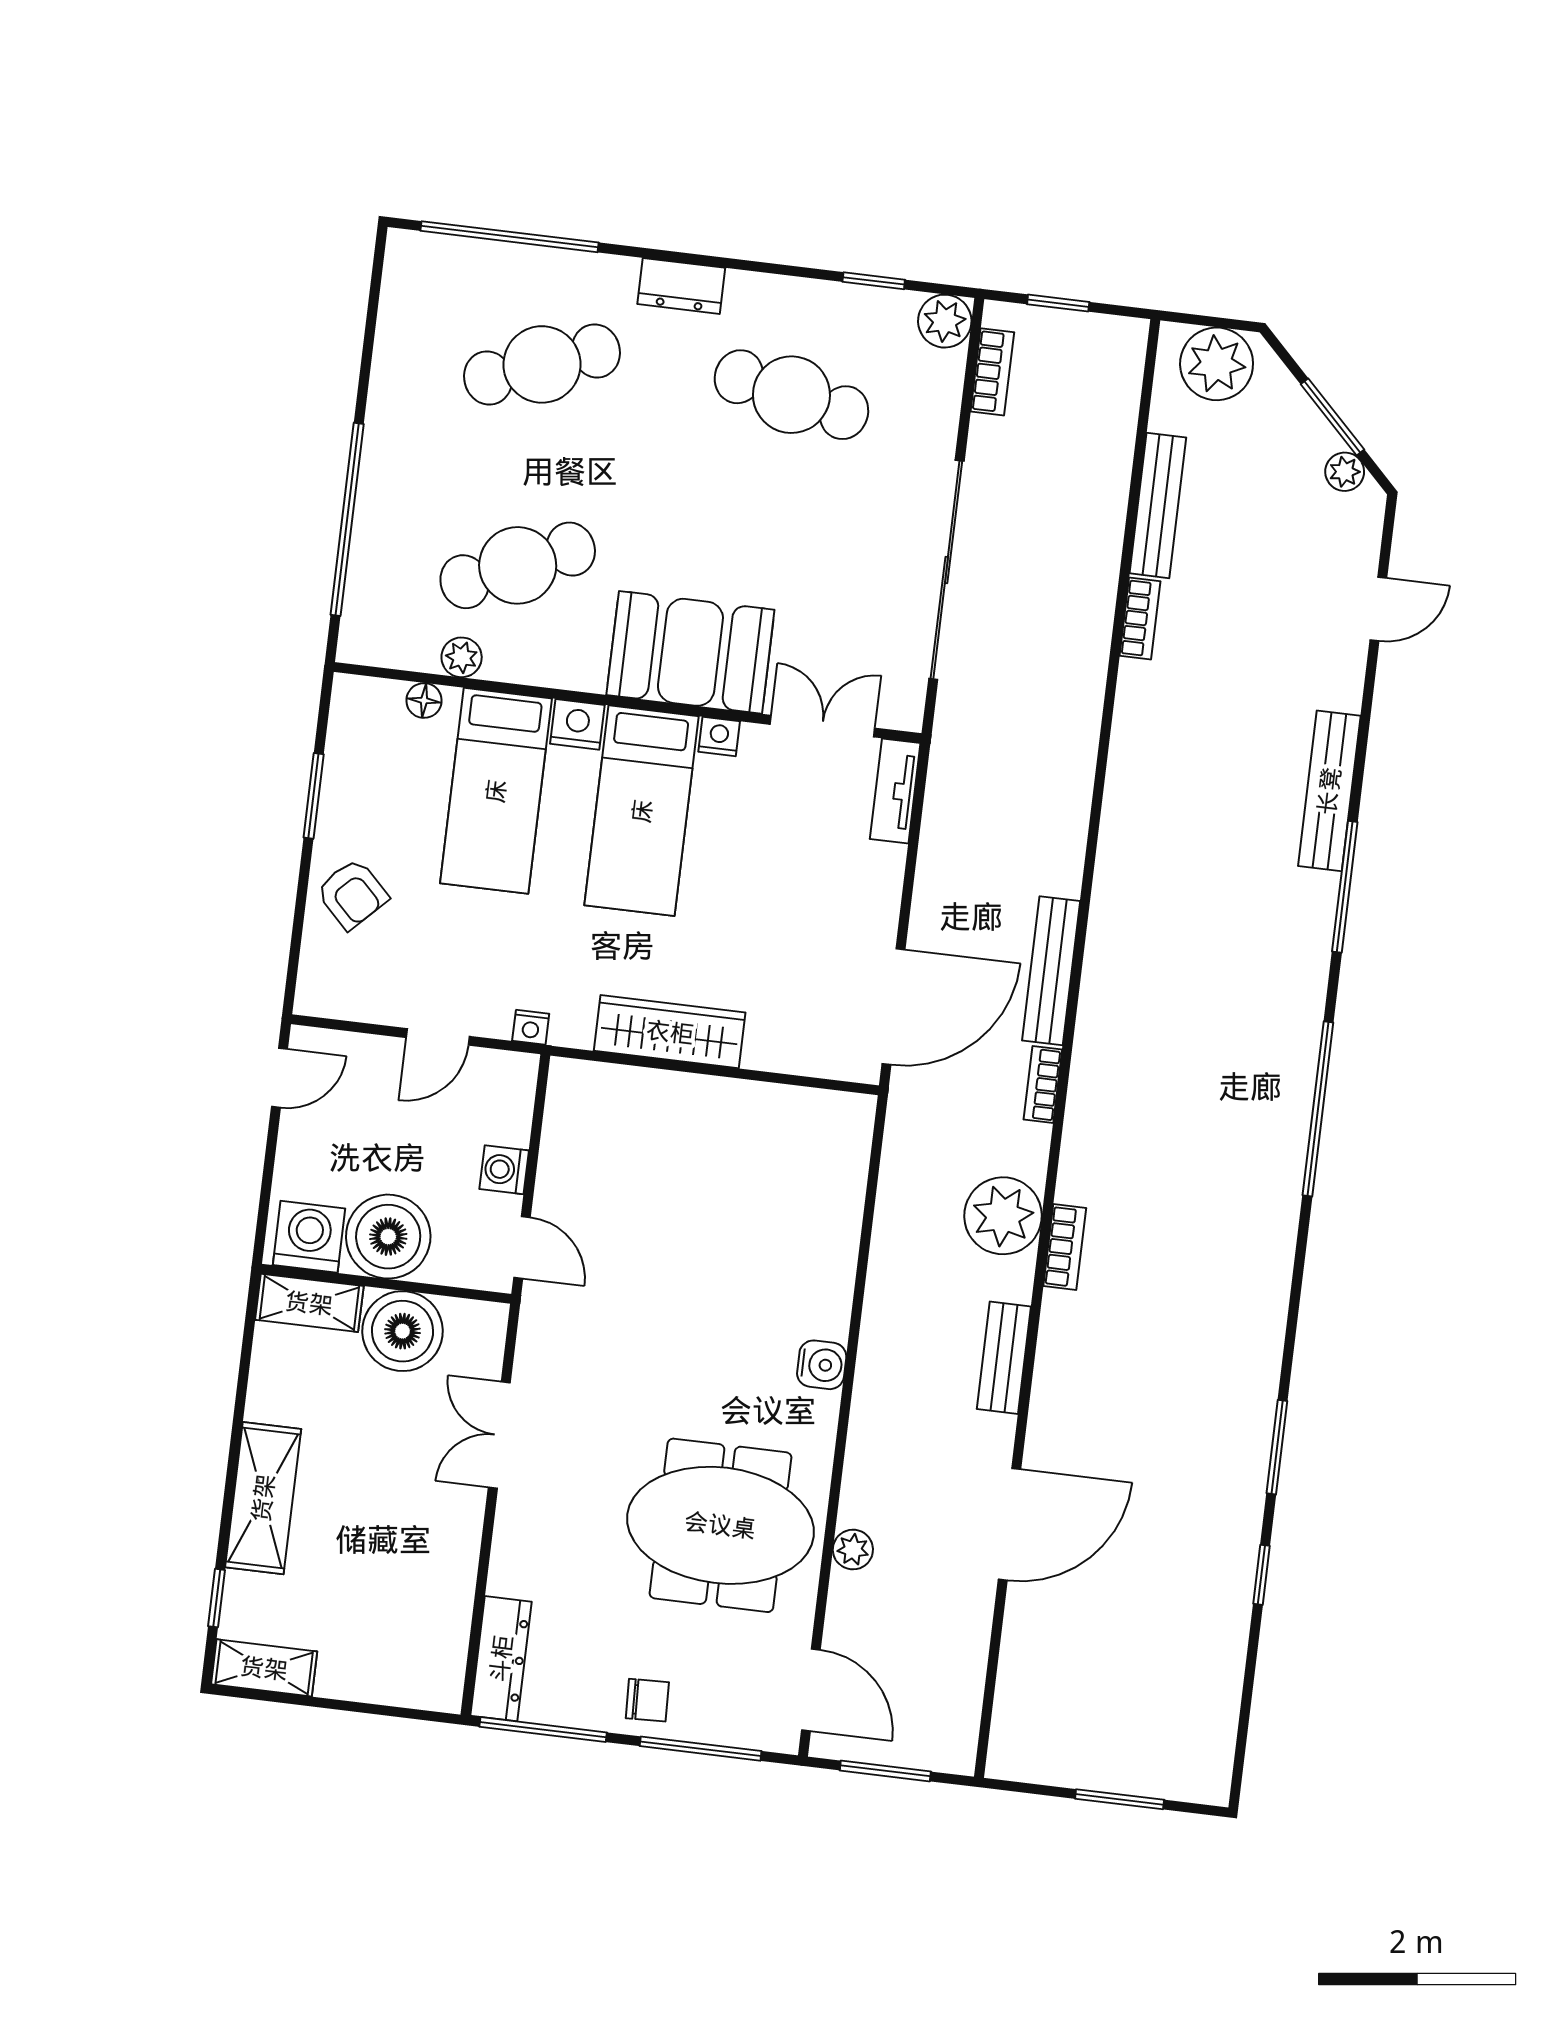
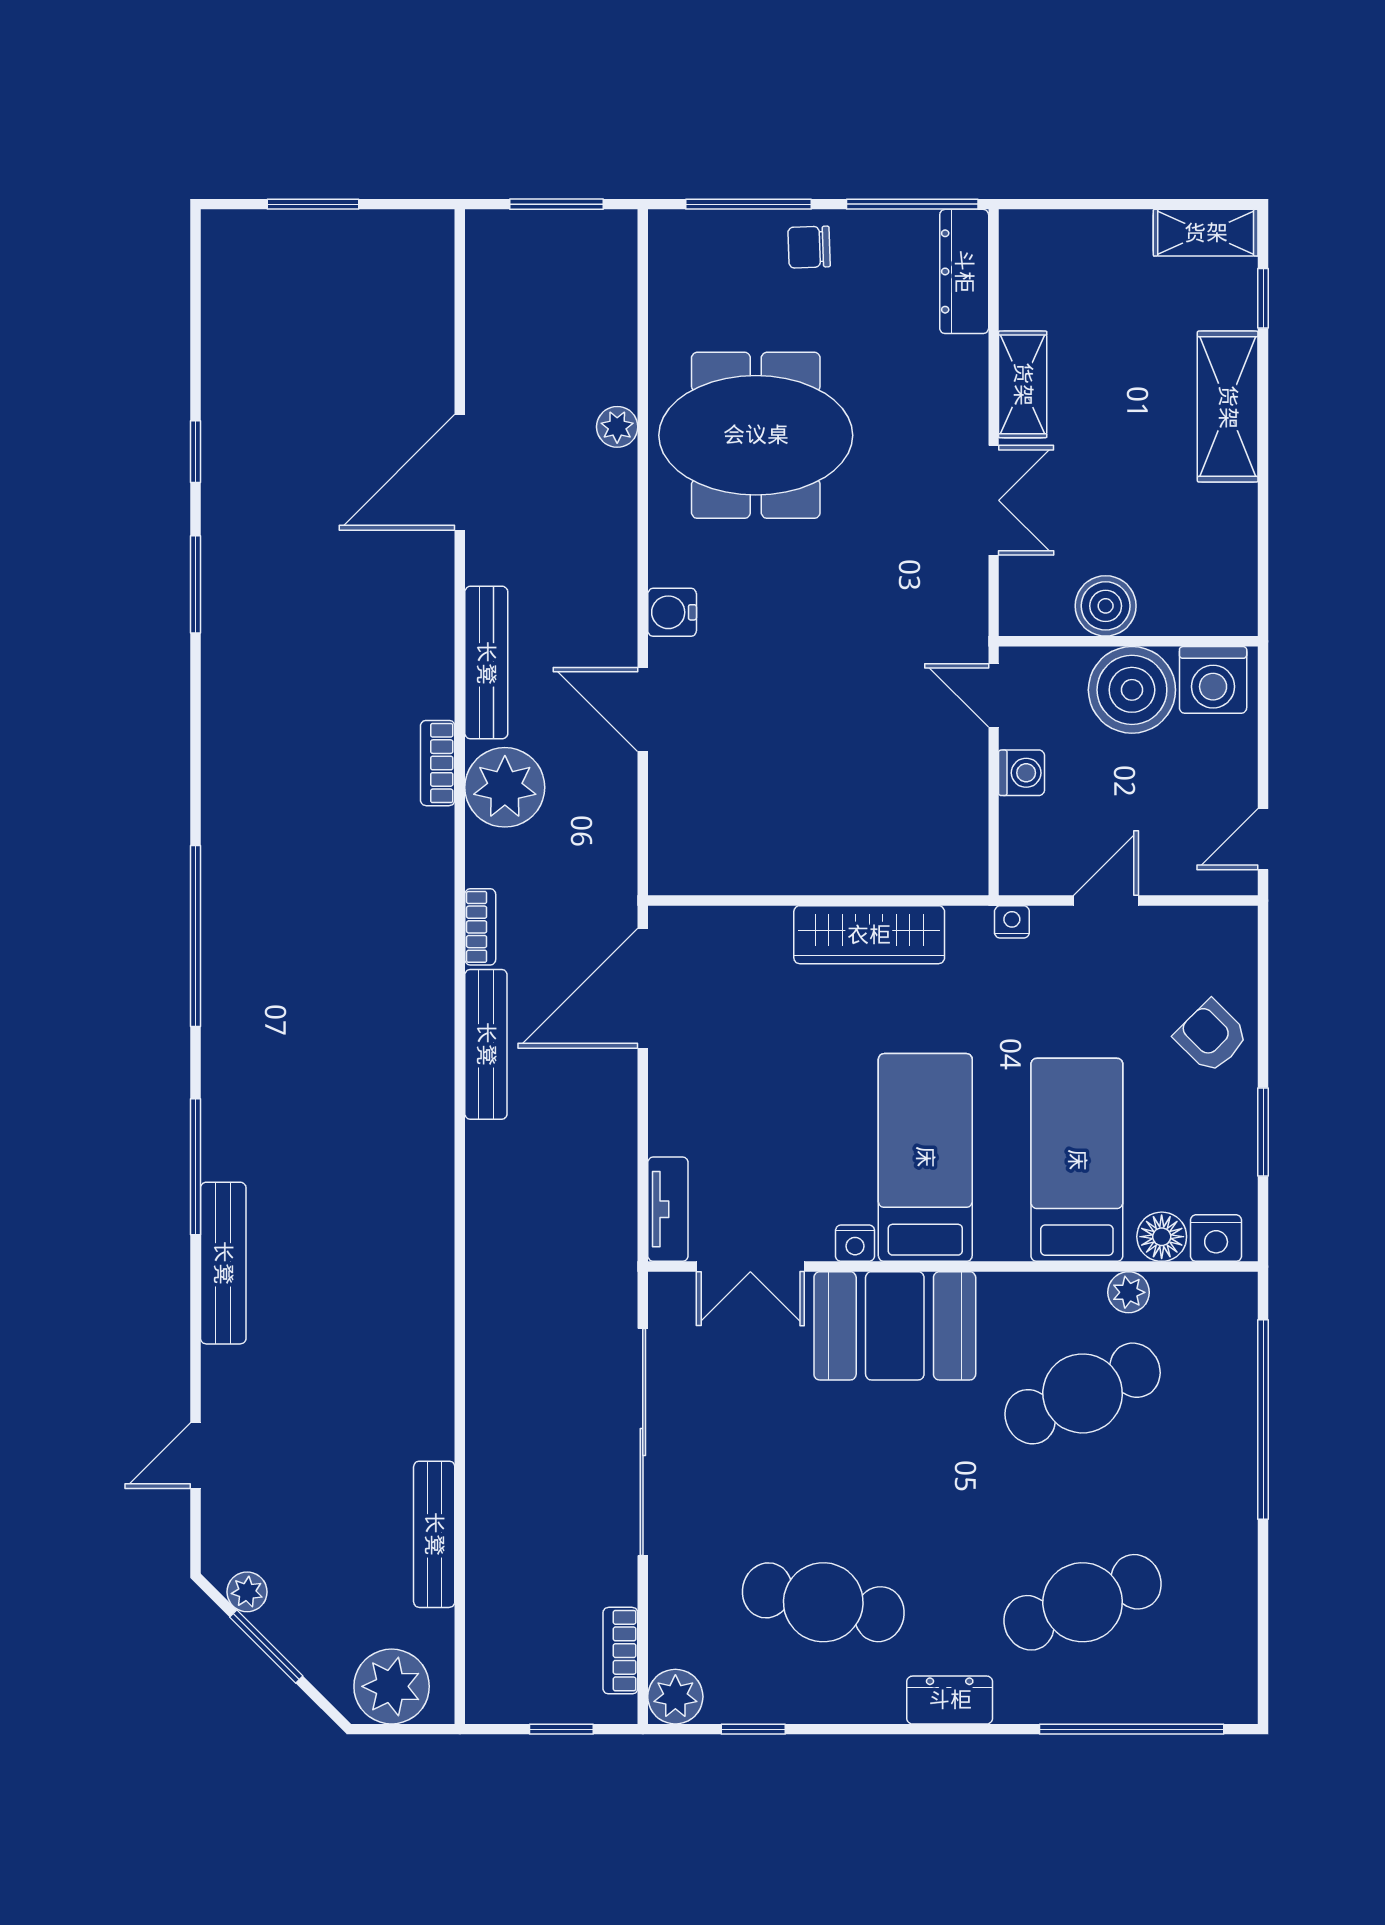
bookcase: (1140, 618) -> (438, 1416), removed
floor lamp: (424, 701) -> (1162, 1237), width x1.37, depth x1.37
nightstand: (577, 724) -> (1216, 1238), moved
shelving: (309, 1303) -> (1023, 384), moved, turned 90
boiler: (403, 1331) -> (1106, 606), width x0.73, depth x0.73
bench: (1004, 1358) -> (486, 663), width x1.36
door: (811, 1690) -> (643, 709), moved

